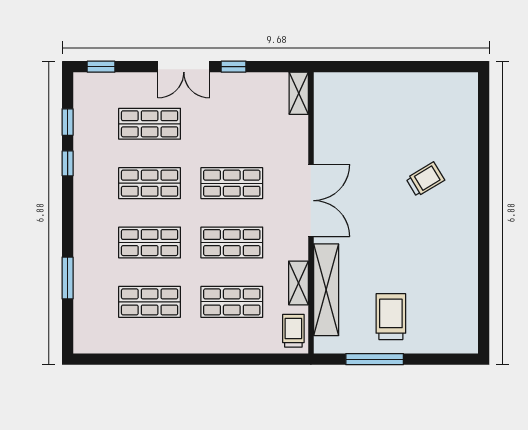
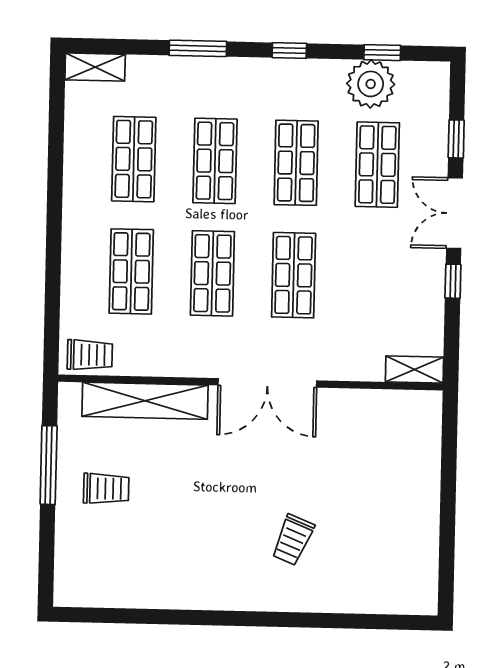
window: (101, 67) -> (456, 139), moved
plant: (91, 130) -> (371, 84), added
window: (68, 163) -> (289, 50), moved
trolley: (425, 179) -> (293, 540), turned 53
window: (68, 278) -> (198, 48), moved
shelving: (298, 283) -> (95, 67), moved
trolley: (391, 317) -> (106, 489), width x0.73, depth x0.72

